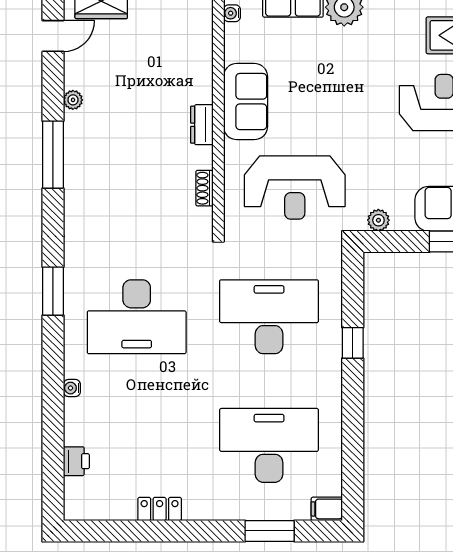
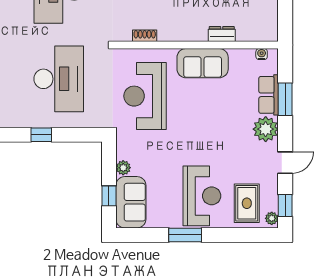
dresser: (202, 125) -> (222, 34), moved
plant: (378, 220) -> (123, 168), moved

